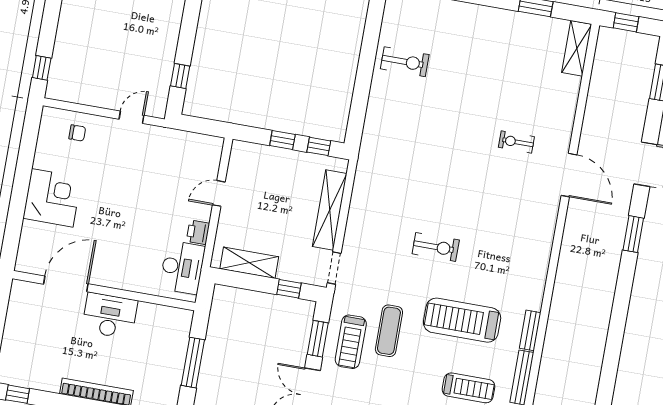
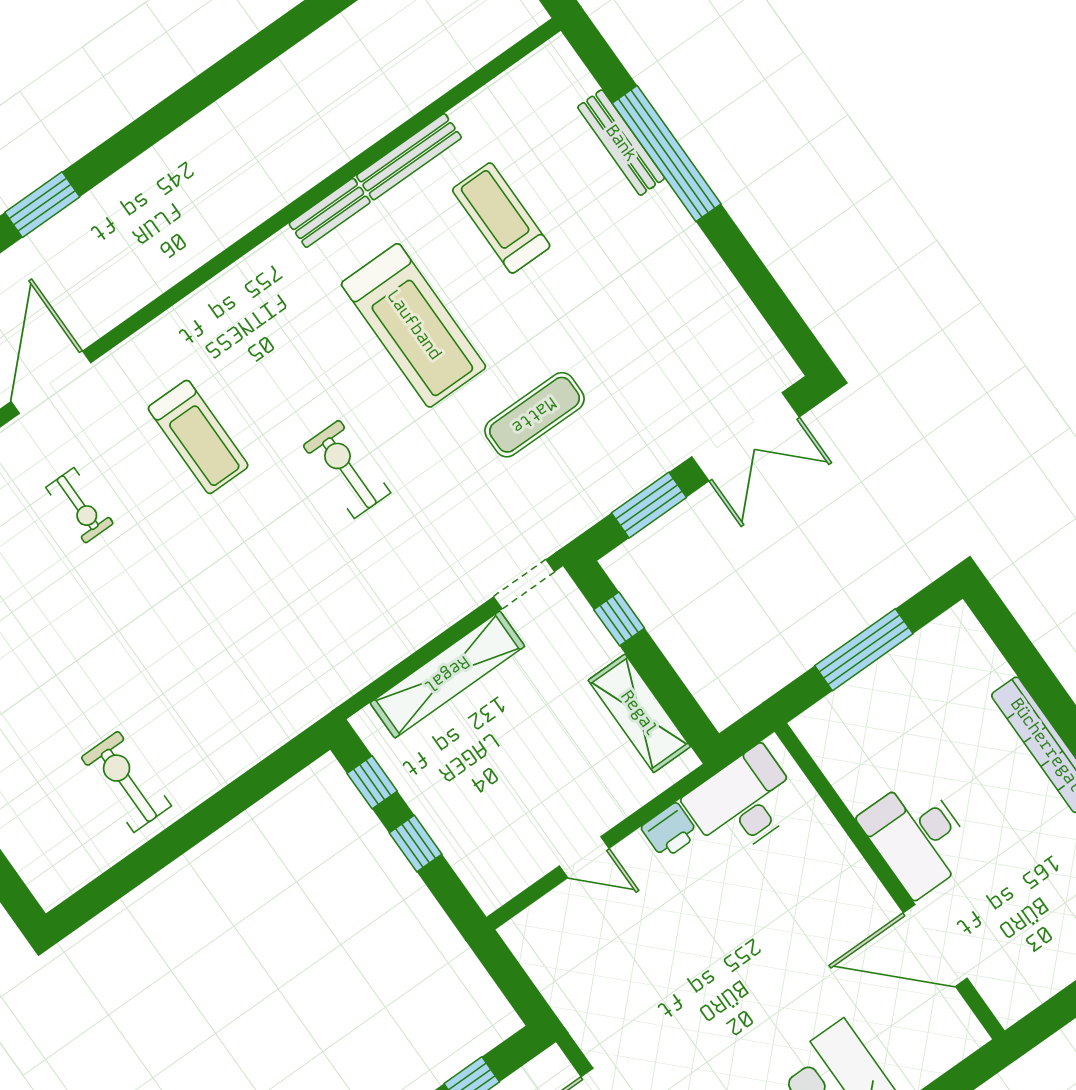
treadmill: (351, 342) -> (198, 437), moved, turned 90

